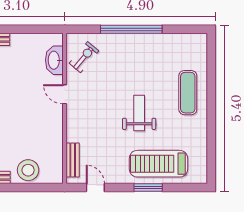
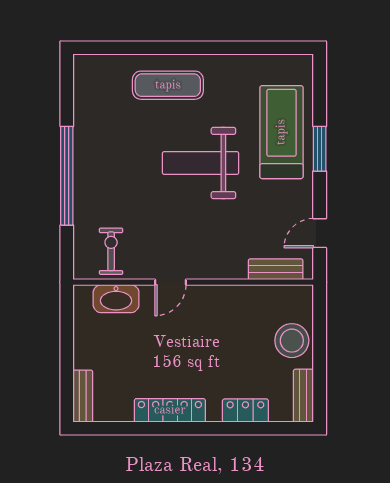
exercise bike: (84, 57) -> (111, 251), turned 50
weight bench: (139, 113) -> (201, 163), width x1.36, depth x1.33
treadmill: (158, 164) -> (281, 132), turned 180

